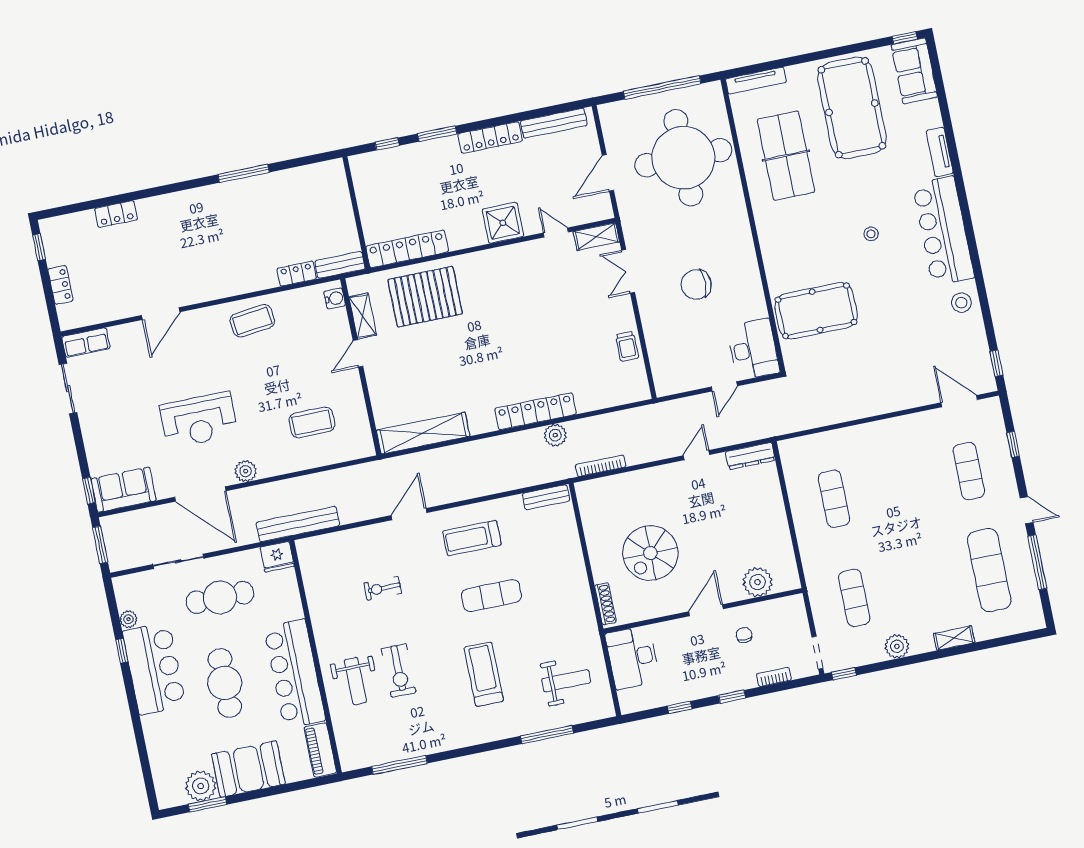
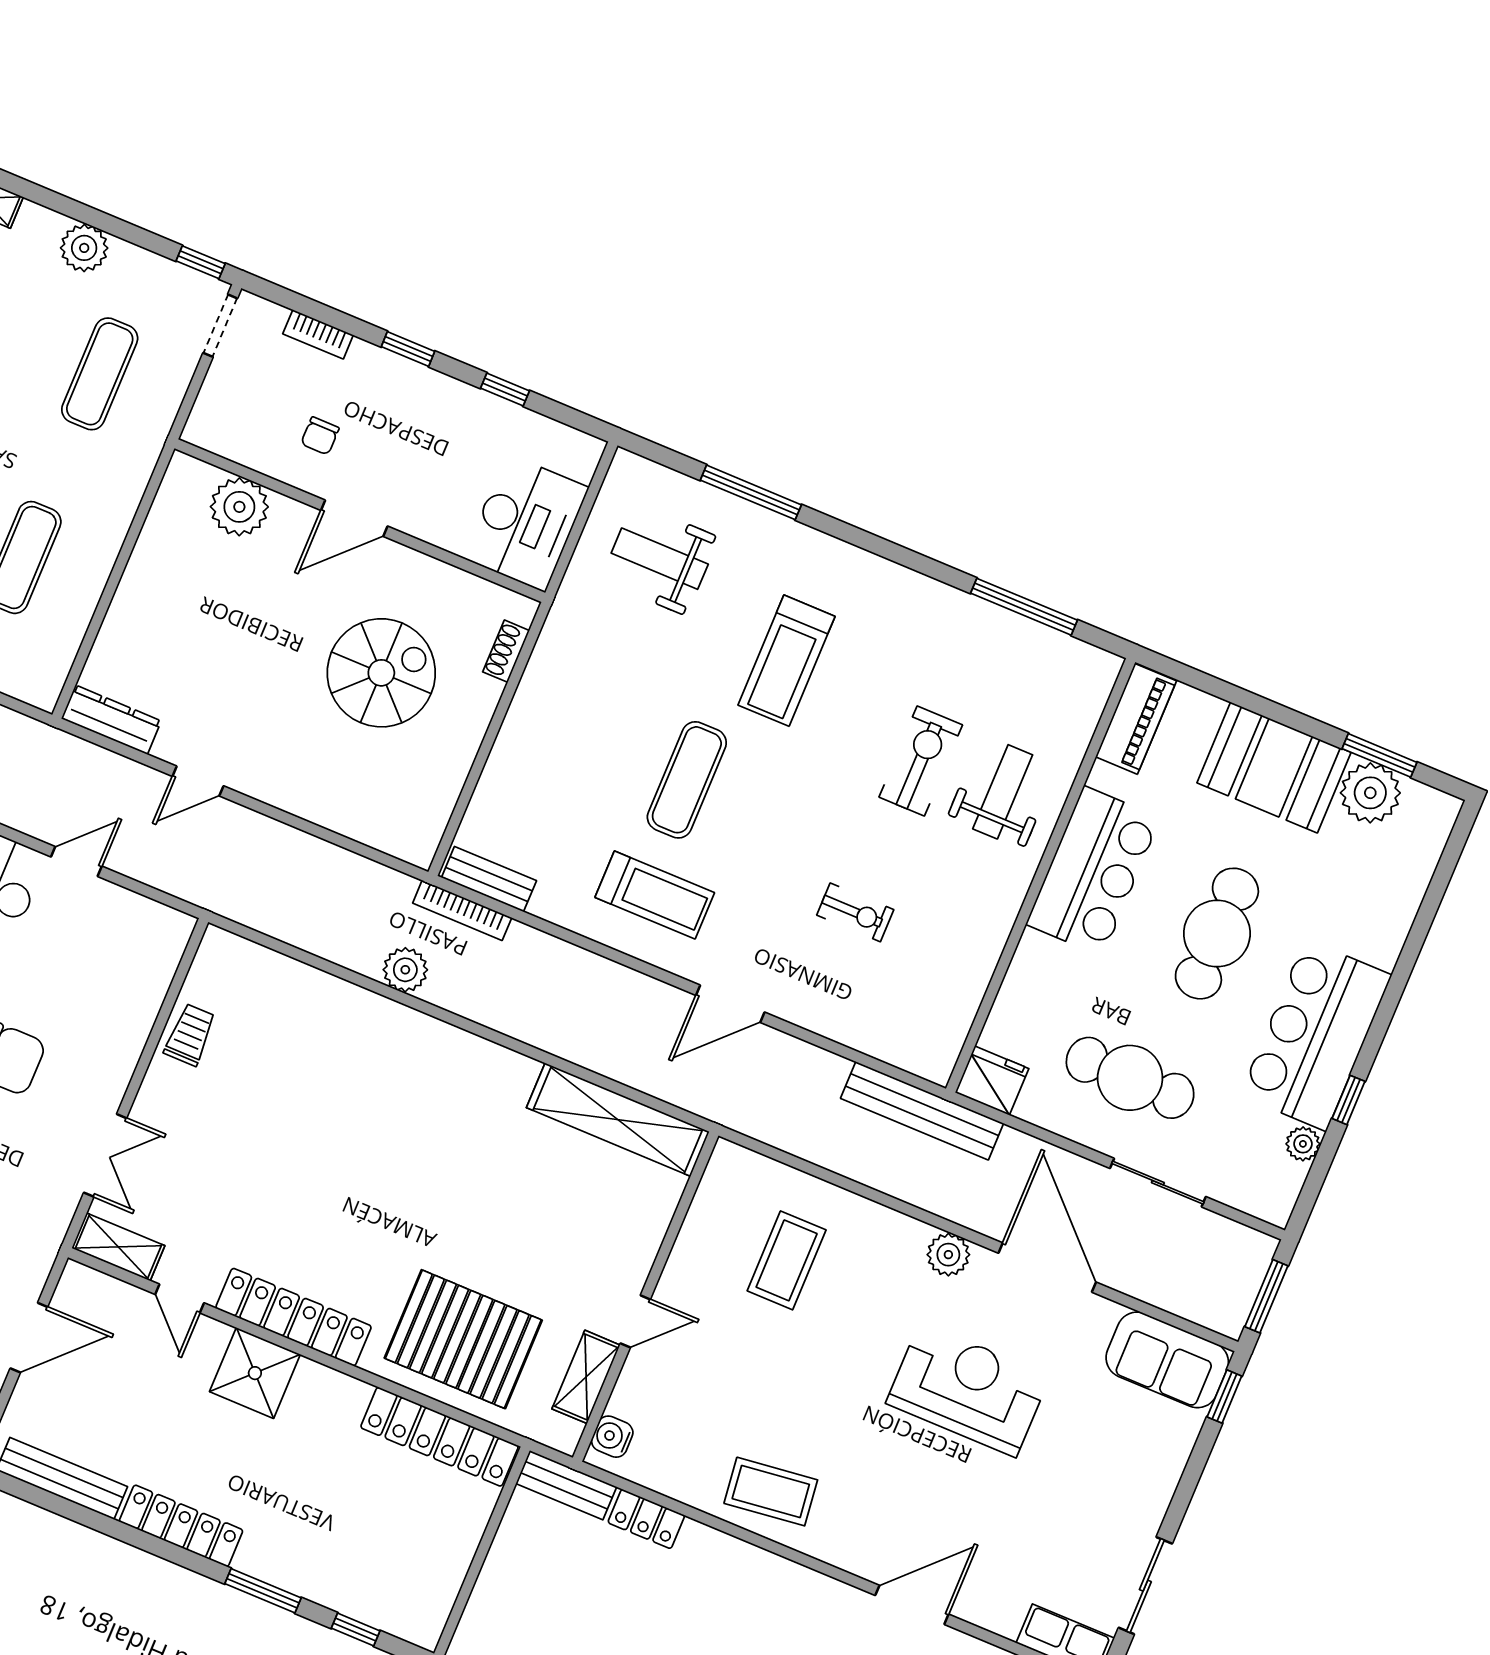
locker: (536, 411) -> (294, 1317), moved, turned 180
coffee table: (312, 422) -> (787, 1260), turned 90
bookcase: (601, 466) -> (462, 910), moved
exercise mat: (491, 596) -> (687, 780), turned 90
shoe rack: (605, 604) -> (506, 651), width x0.70
bar counter: (295, 674) -> (1093, 871), width x0.73

